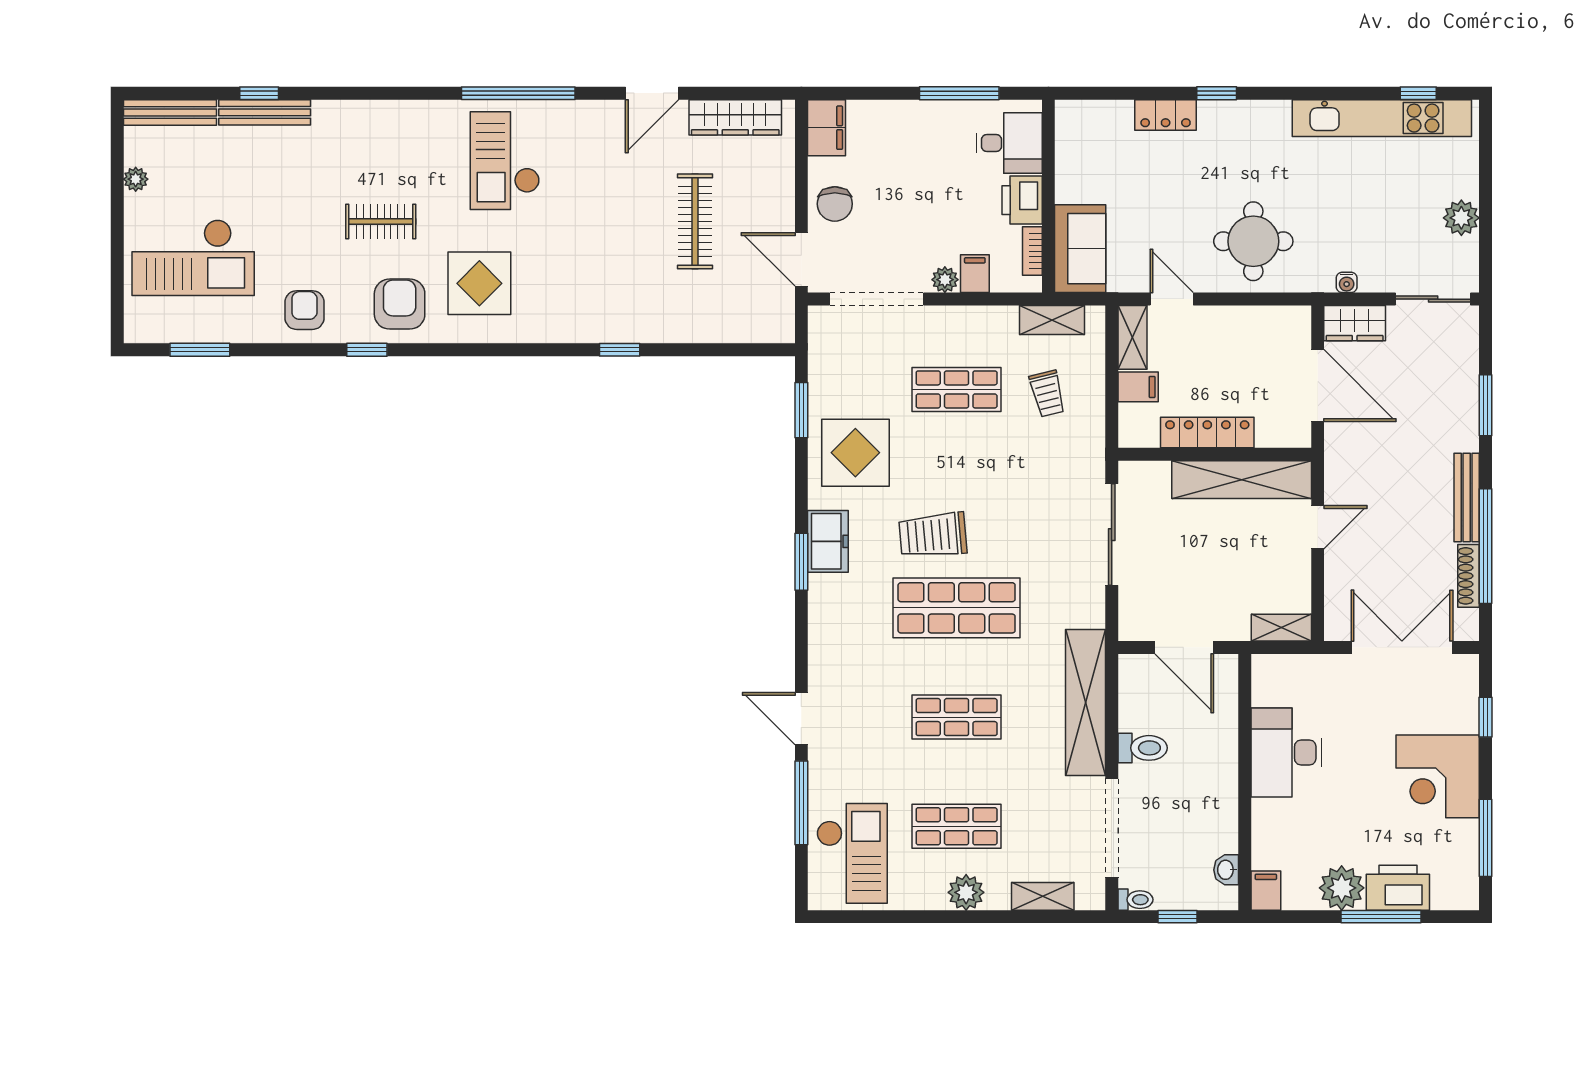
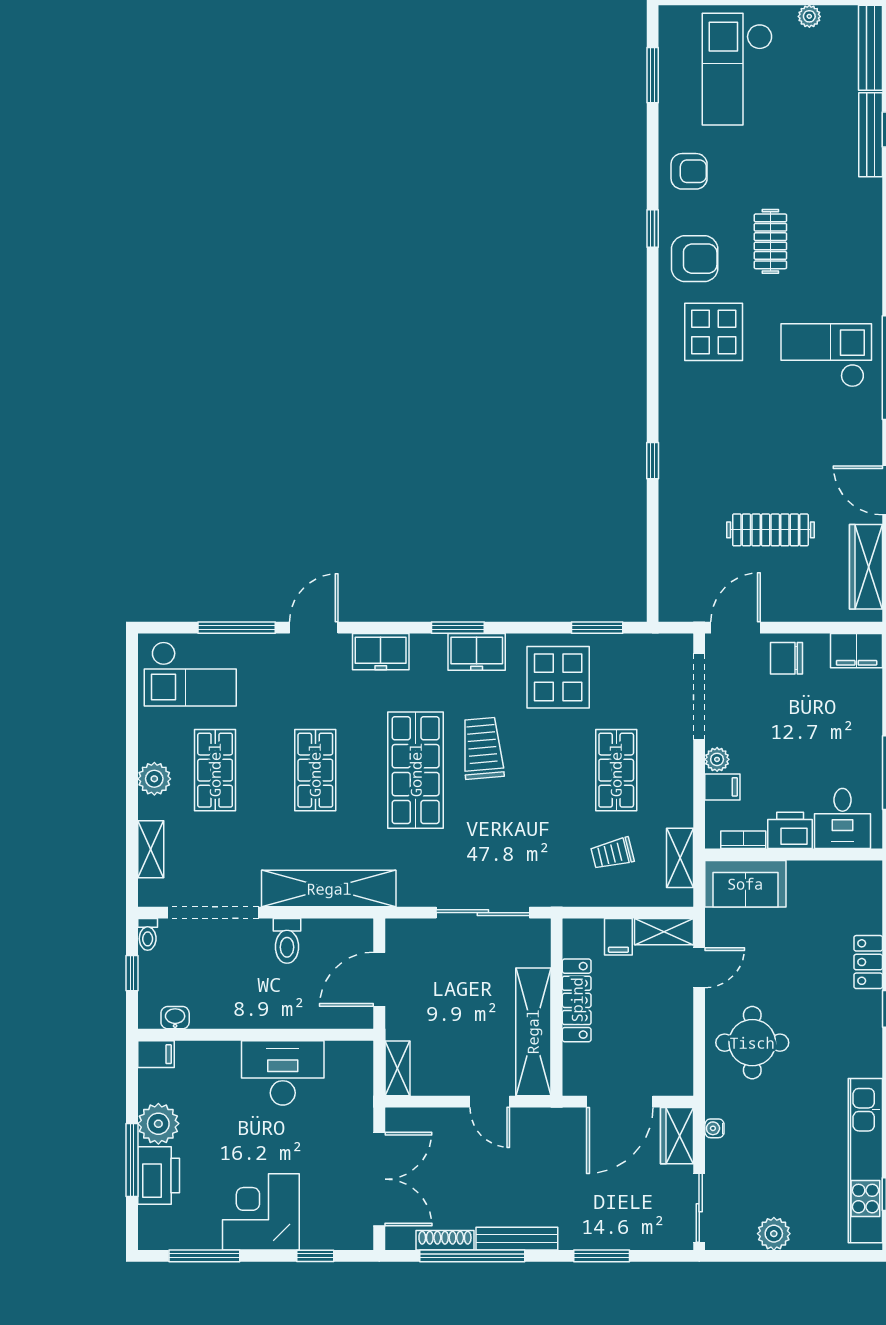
freezer: (828, 646) -> (381, 652), added

